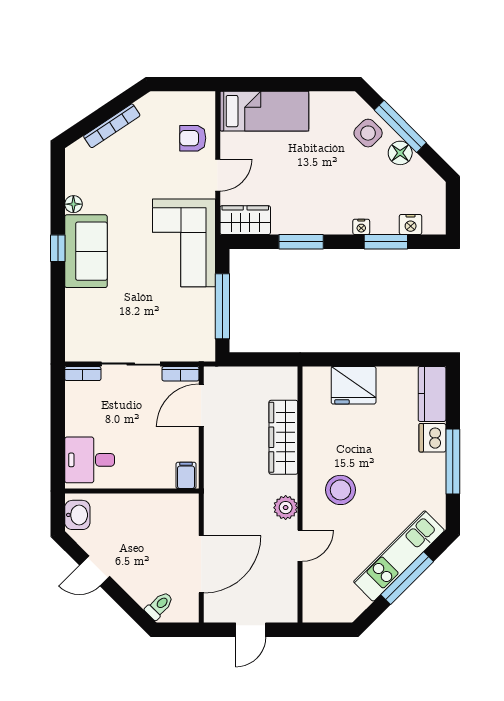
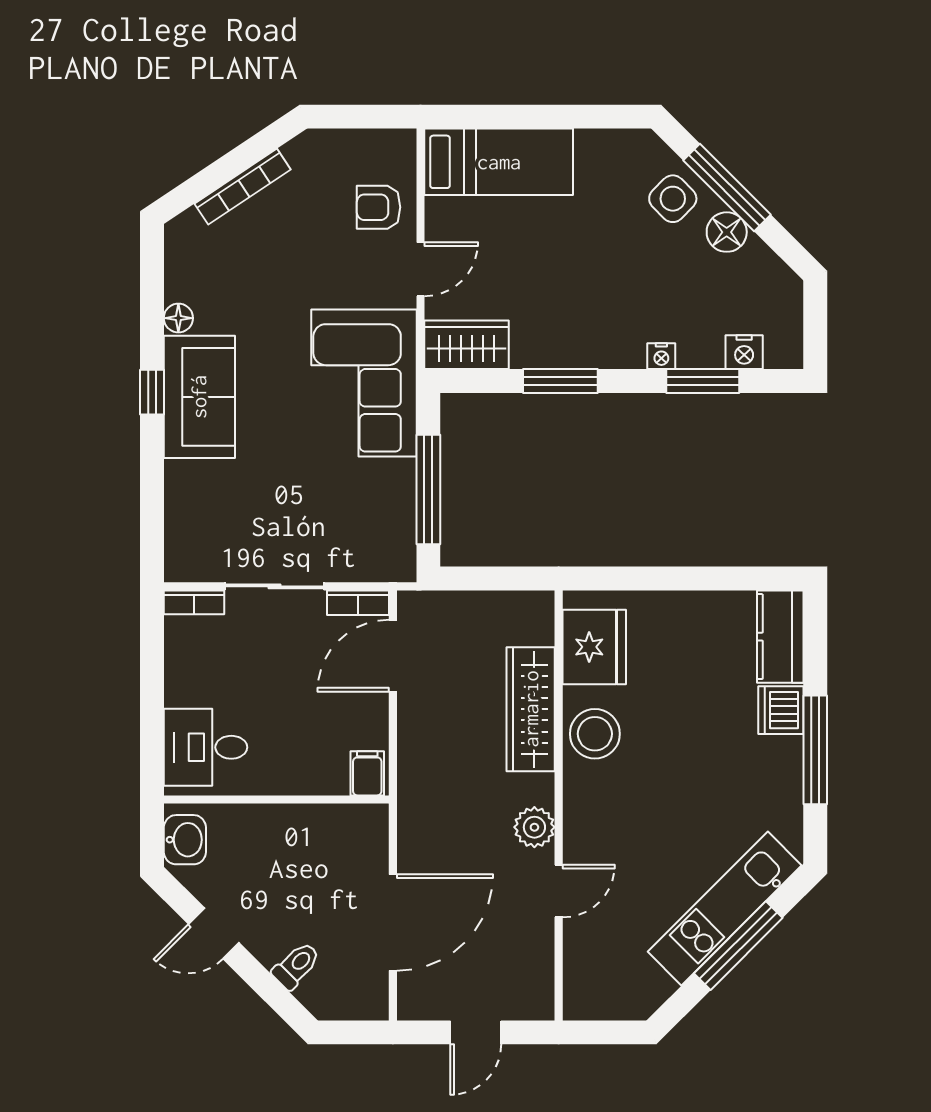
fridge: (354, 385) -> (594, 647), moved, turned -90
stool: (341, 490) -> (595, 734), moved
toilet: (159, 606) -> (296, 966), moved

